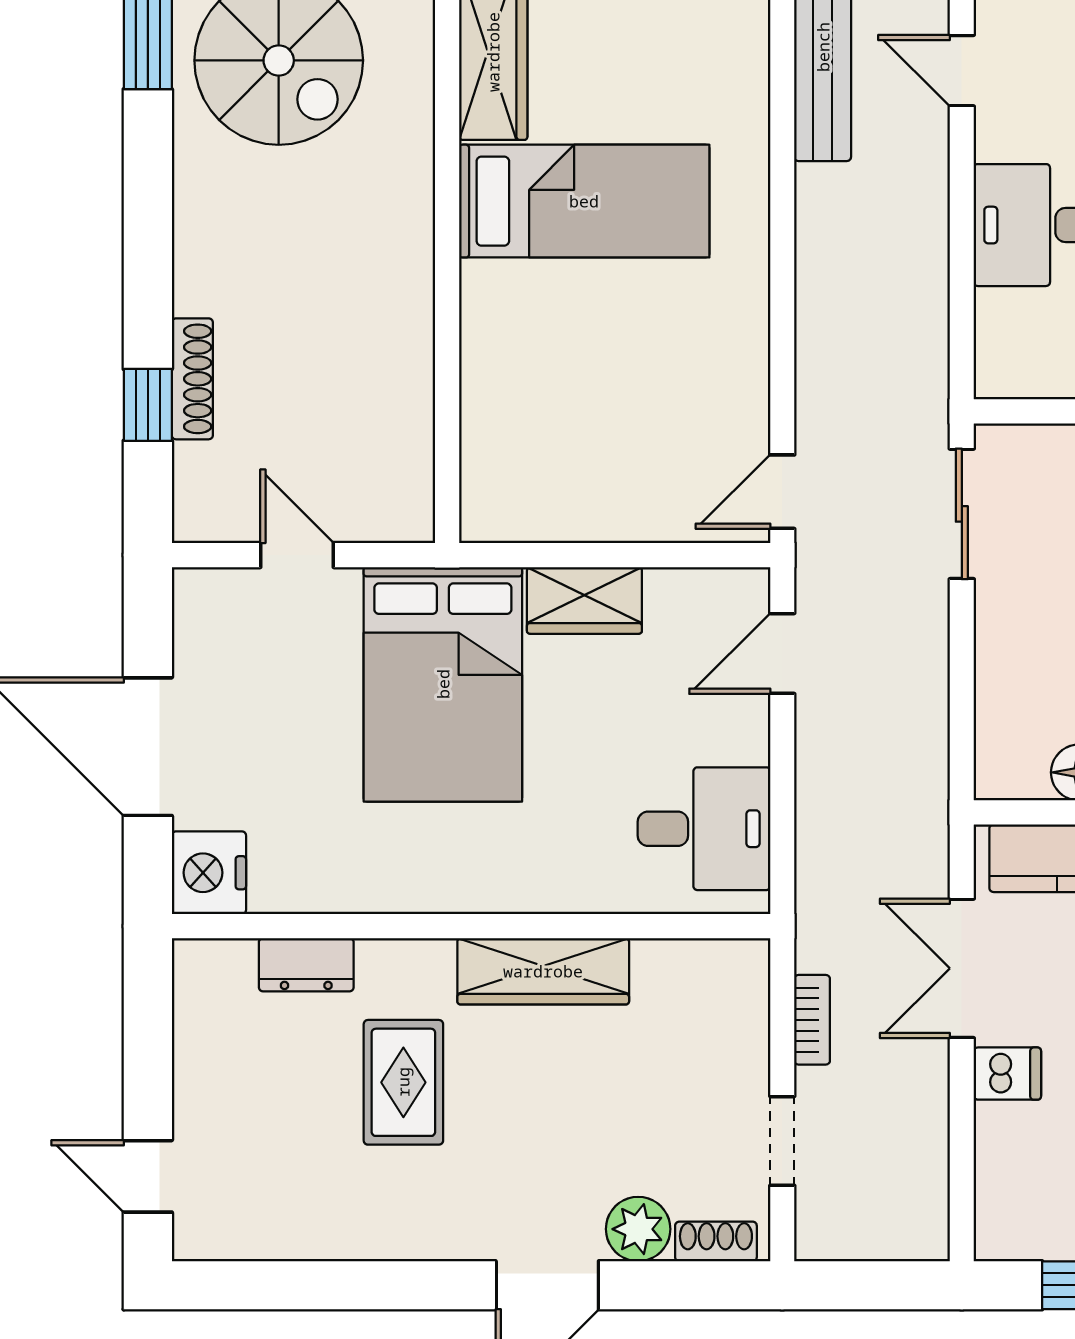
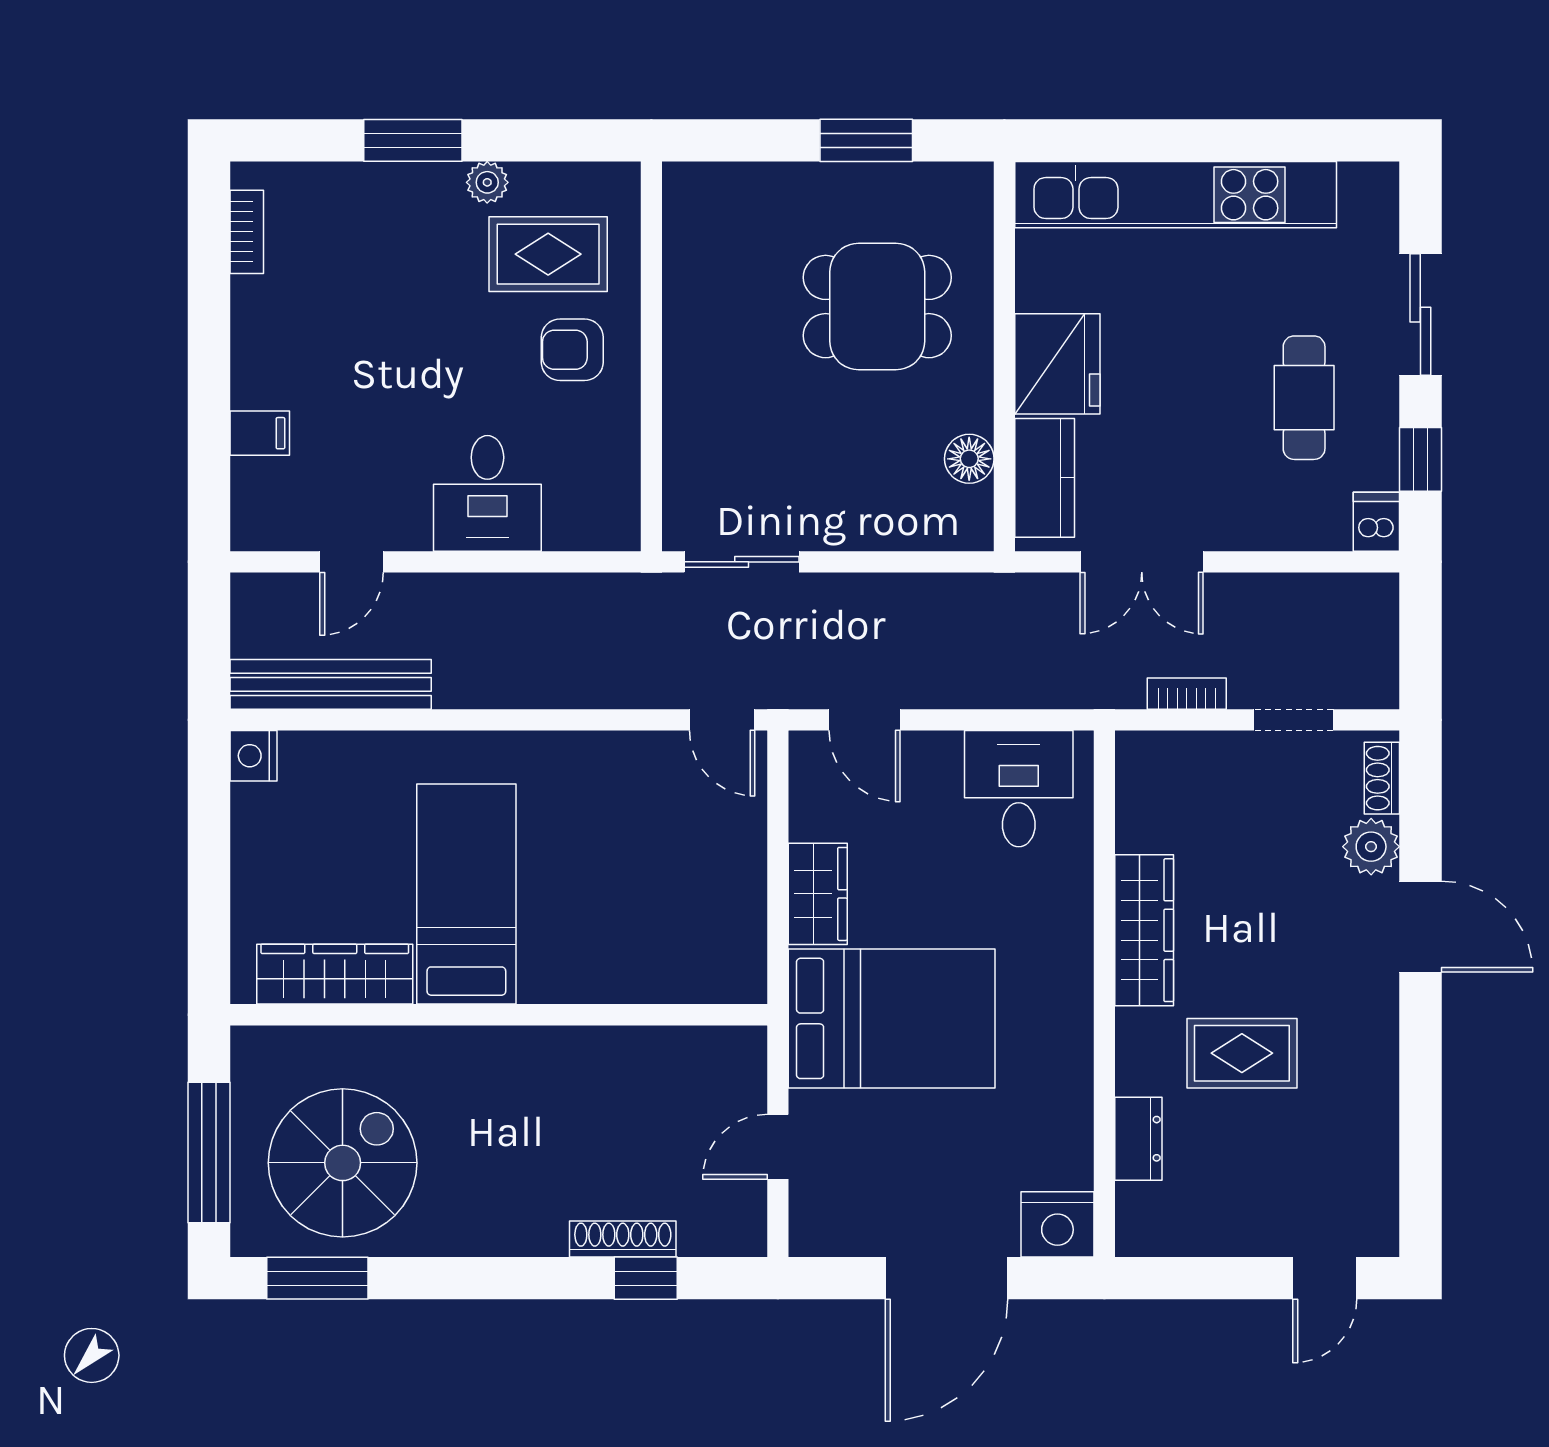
dishwasher: (1007, 1074) -> (1376, 522), moved

